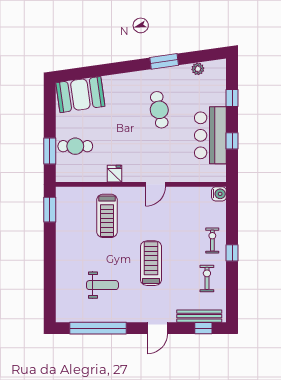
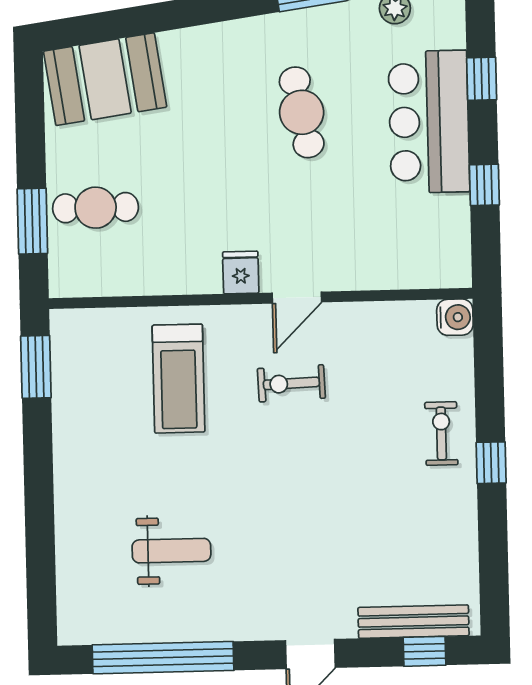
bar counter: (210, 135) -> (429, 122), moved
fridge: (115, 174) -> (241, 272), moved
treadmill: (151, 263) -> (291, 493), removed
exercise bike: (207, 278) -> (291, 383), moved, turned -92

